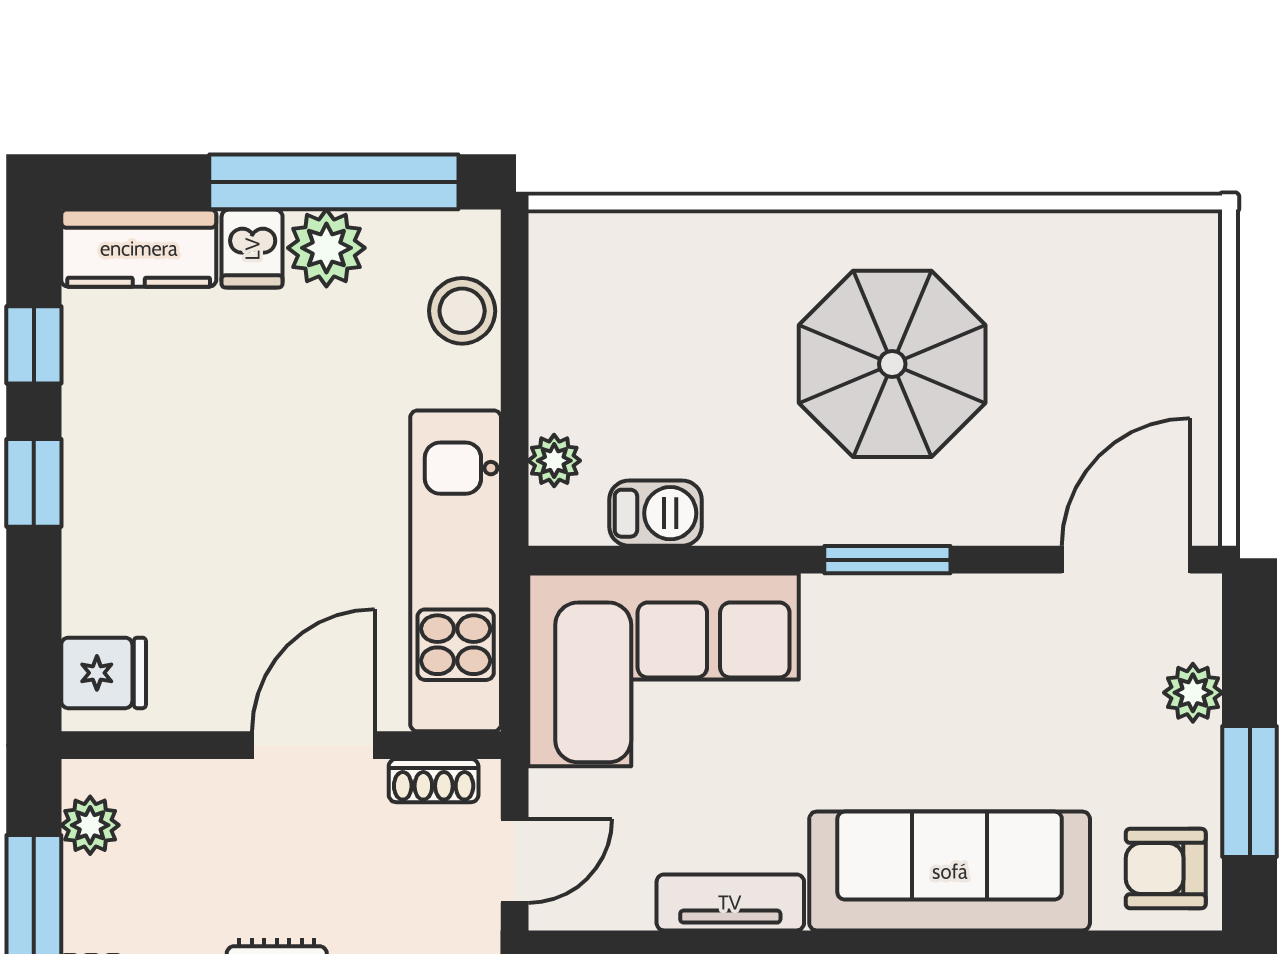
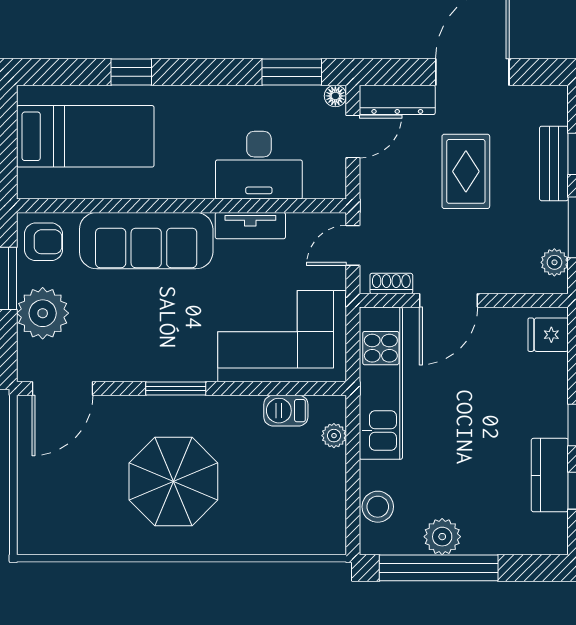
kitchen counter: (139, 248) -> (550, 475), moved, turned -90
dishwasher: (252, 249) -> (478, 536), removed
plant: (1193, 693) -> (43, 313), width x1.88, depth x1.88

